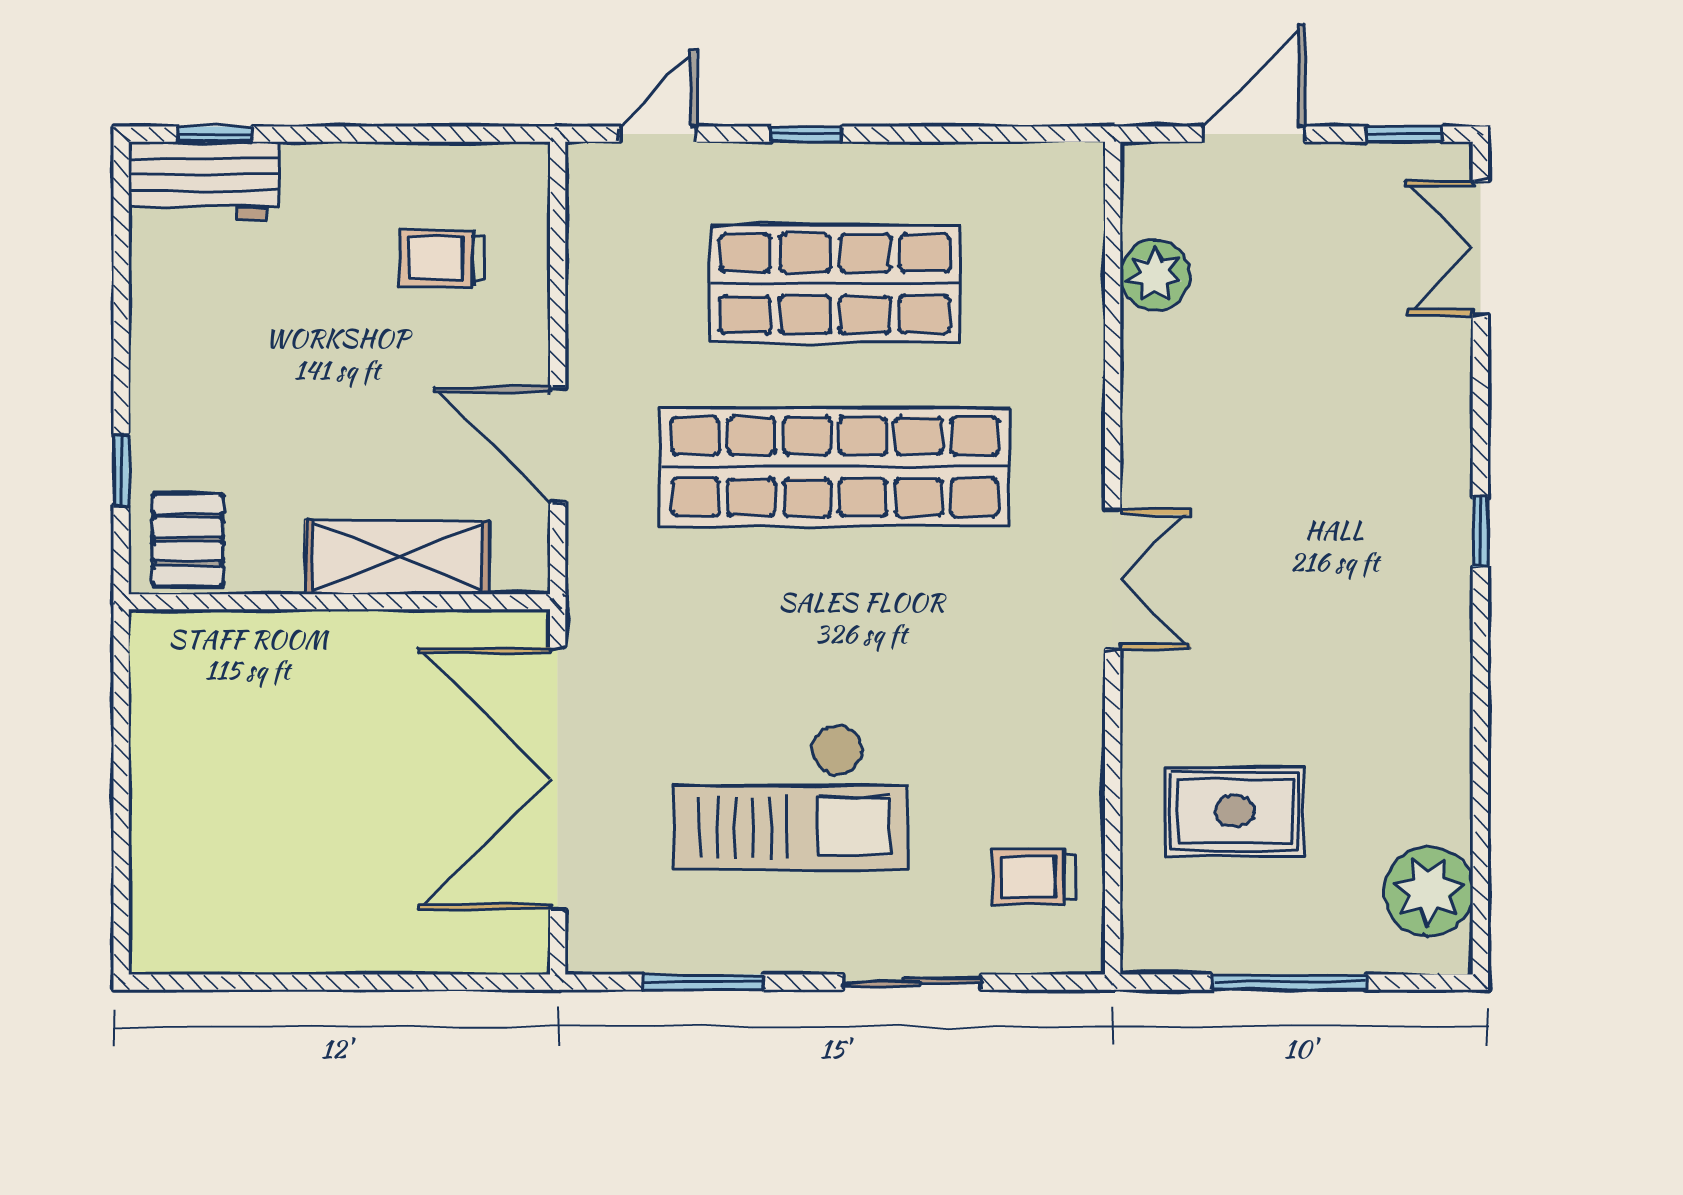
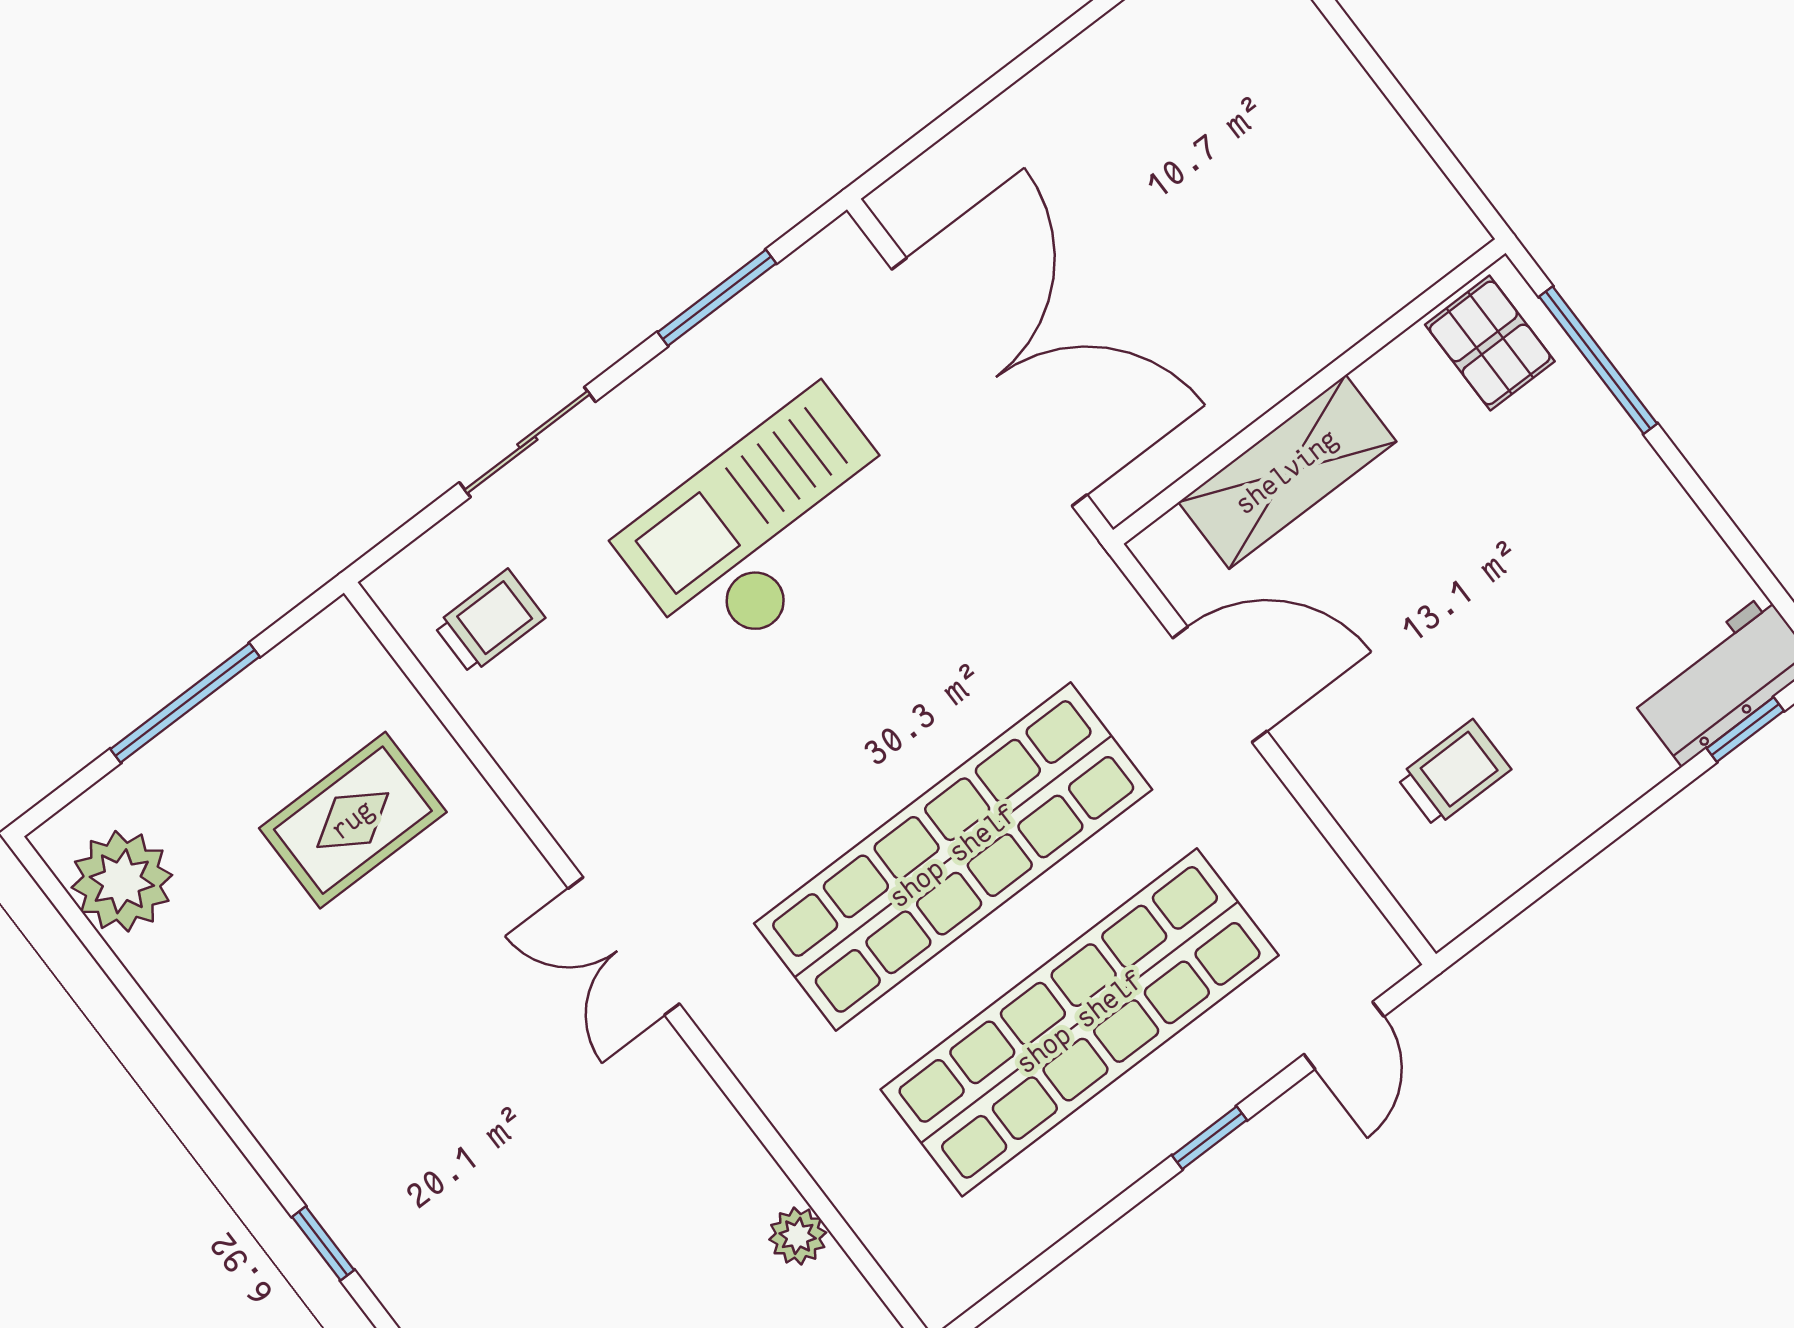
plant: (1155, 275) -> (798, 1236), width x0.73, depth x0.73
shop shelf: (835, 284) -> (1080, 1022), width x1.40
window: (121, 470) -> (1598, 360), width x2.17

